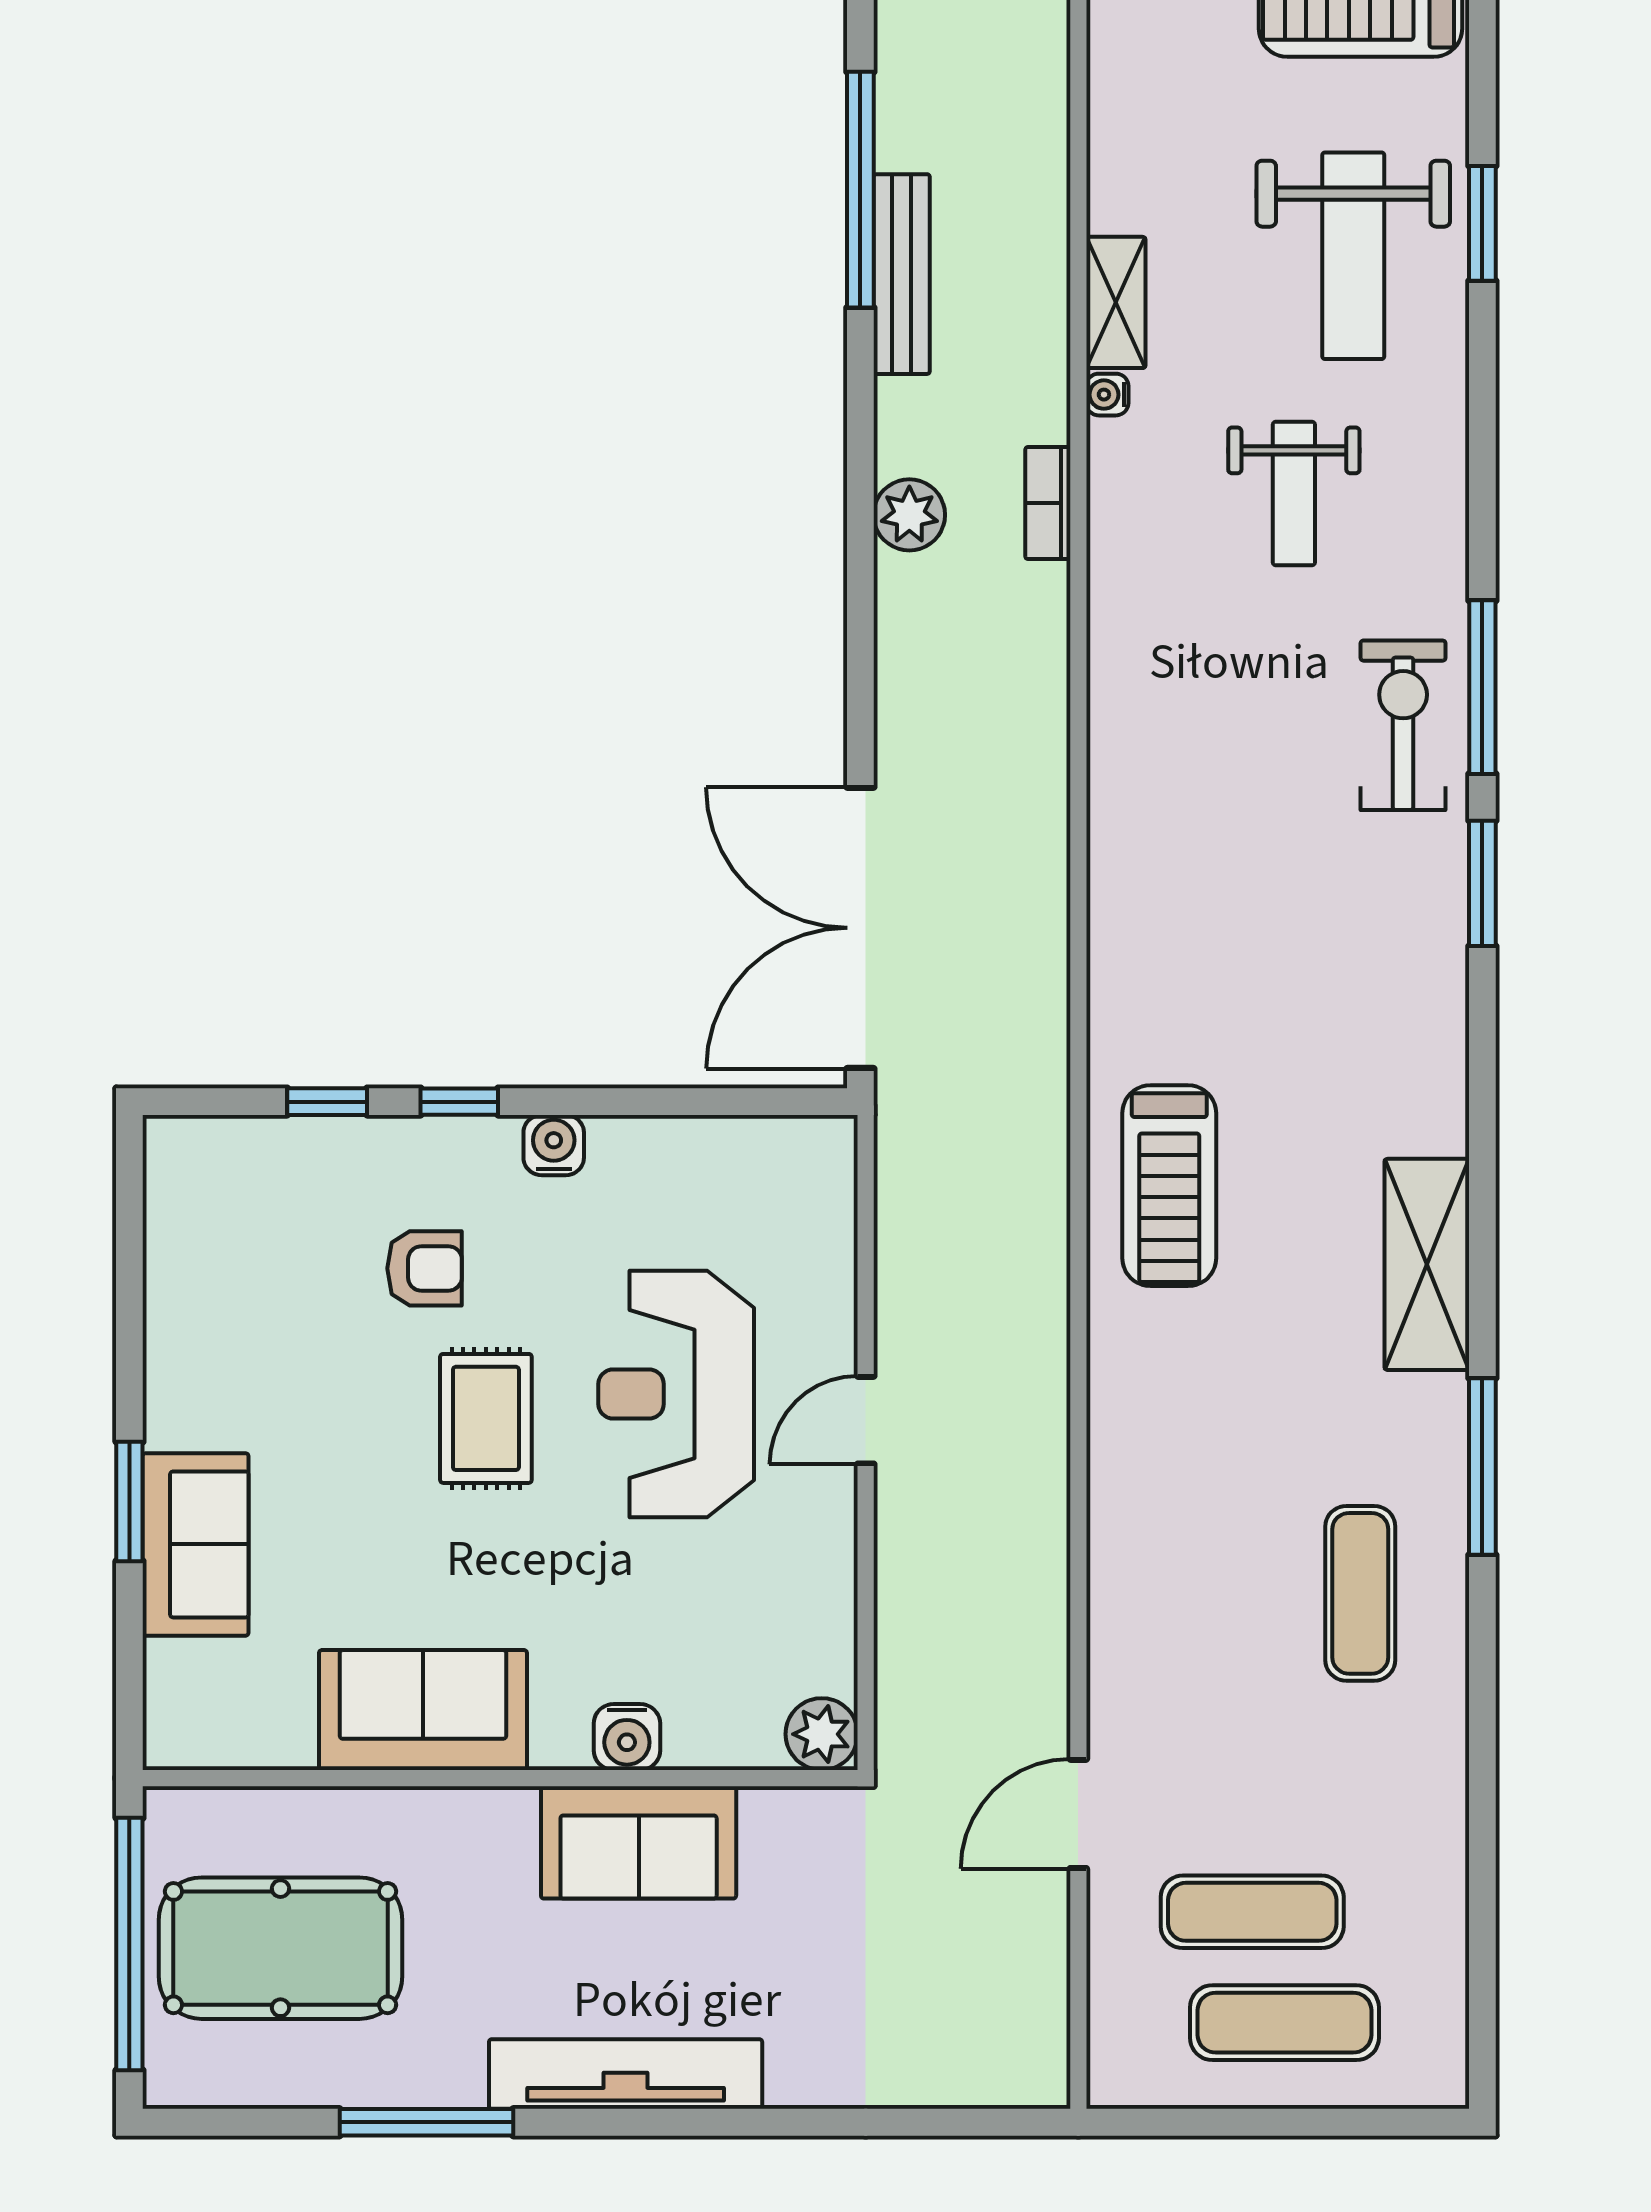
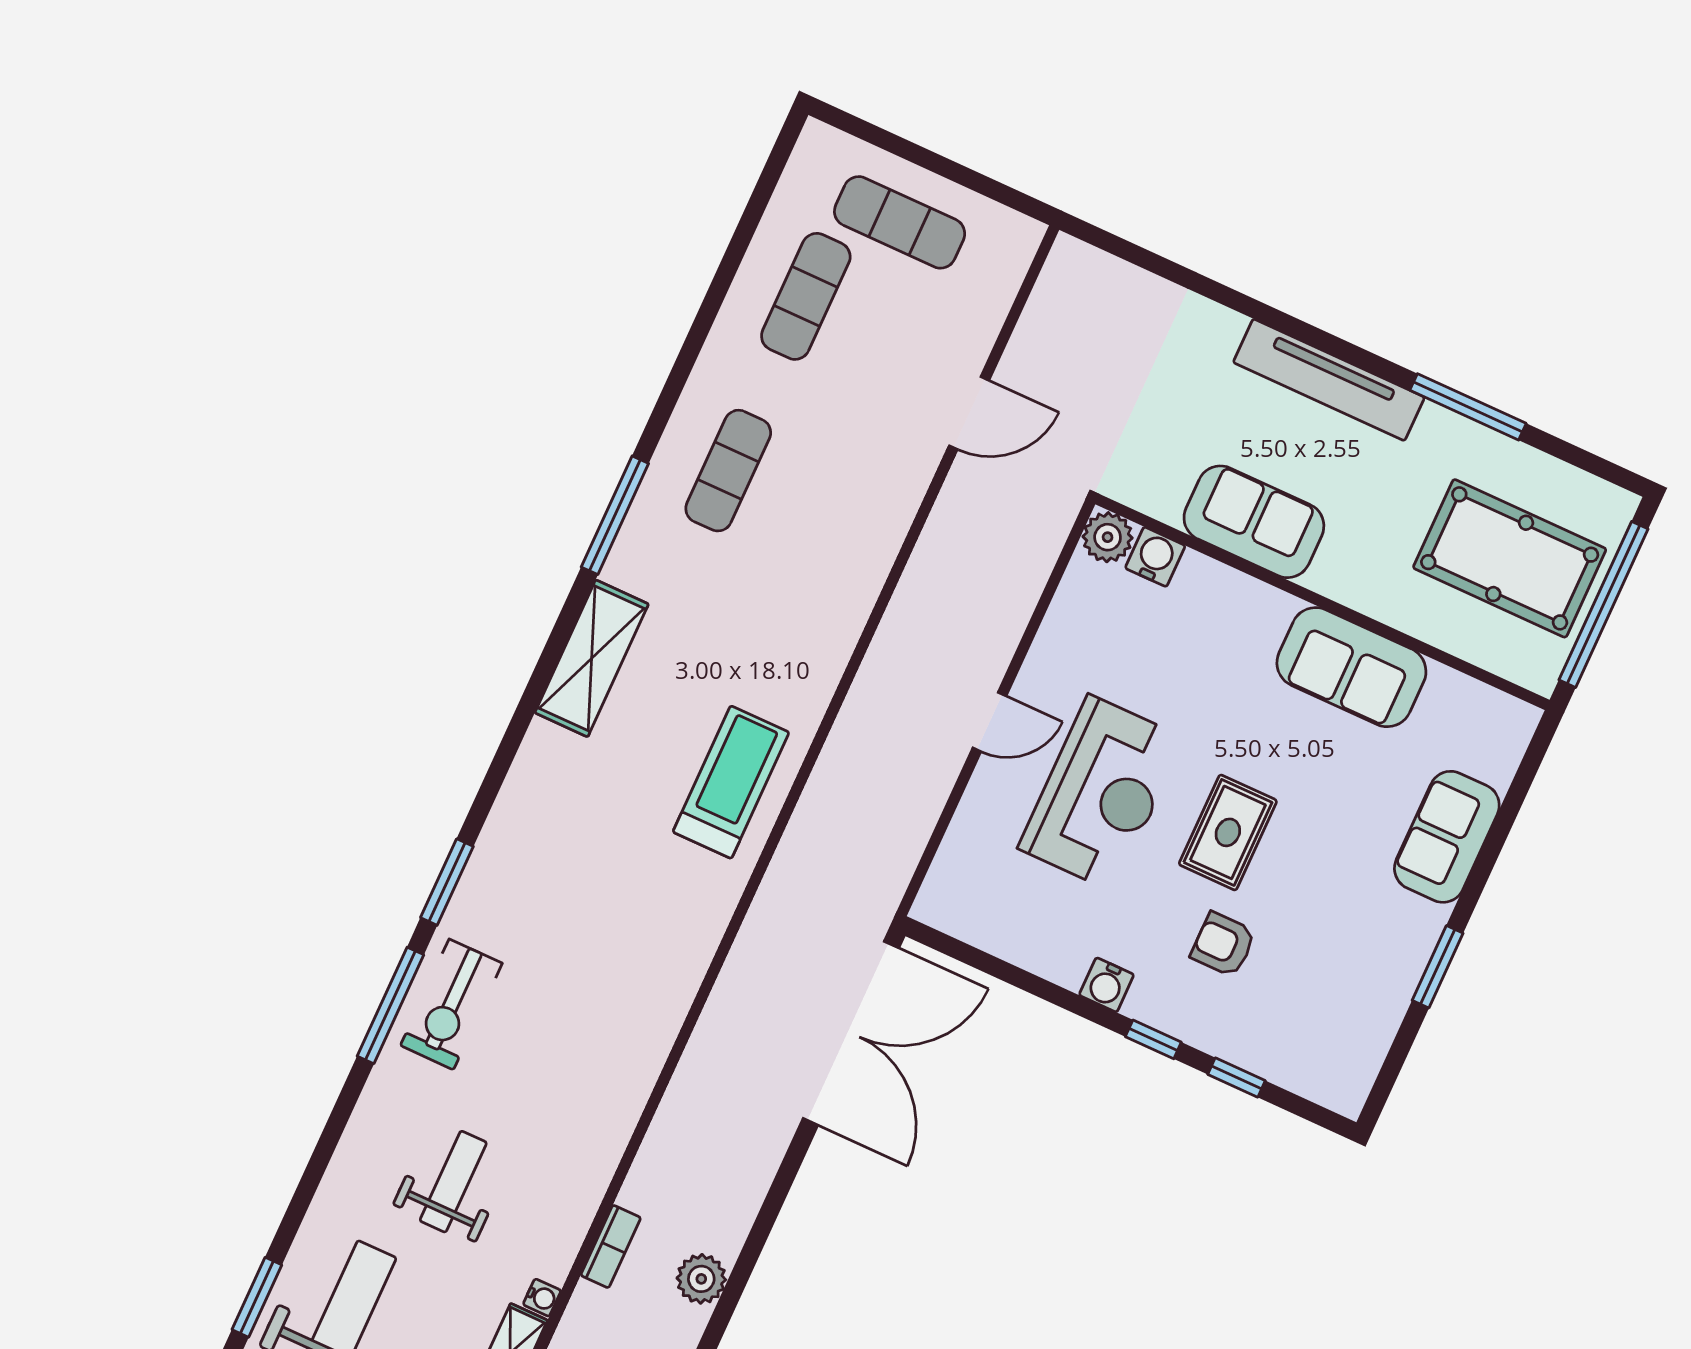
window: (129, 1501) -> (1438, 967), moved
water cooler: (627, 1737) -> (1155, 557), moved
exercise mat: (1252, 1912) -> (806, 296), moved, turned 90

